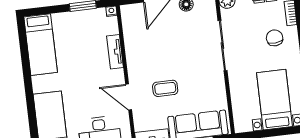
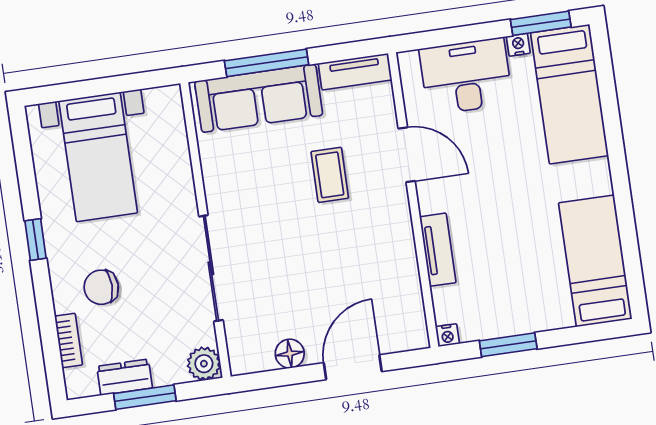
chair: (275, 38) -> (101, 287), turned 94
coffee table: (165, 88) -> (330, 175), turned 90

